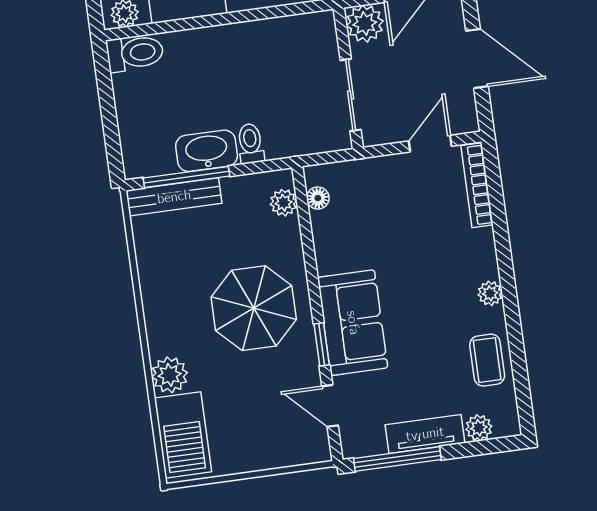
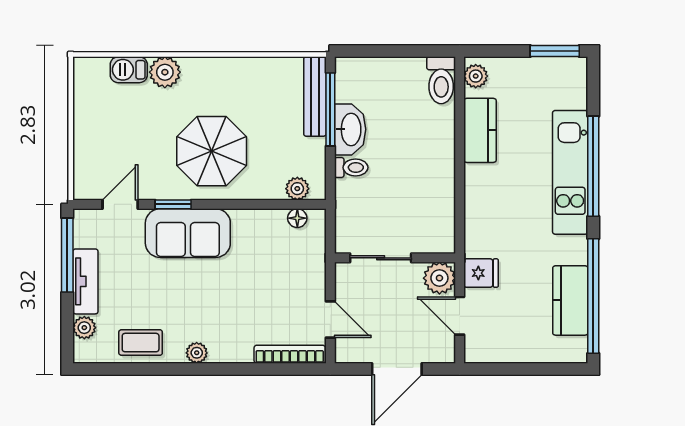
barbecue: (183, 435) -> (129, 70), width x0.53, depth x0.65

